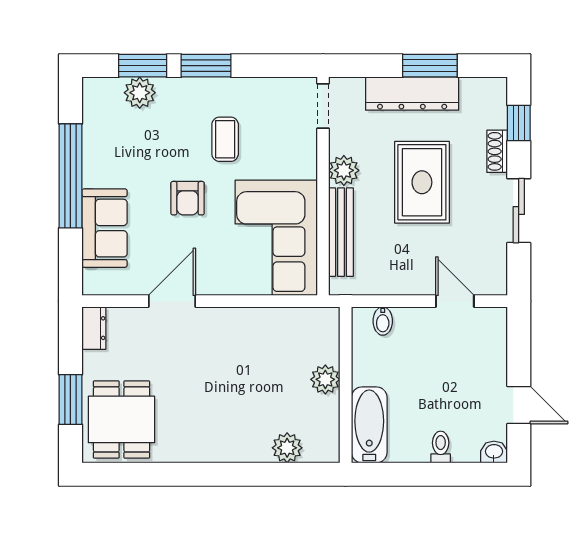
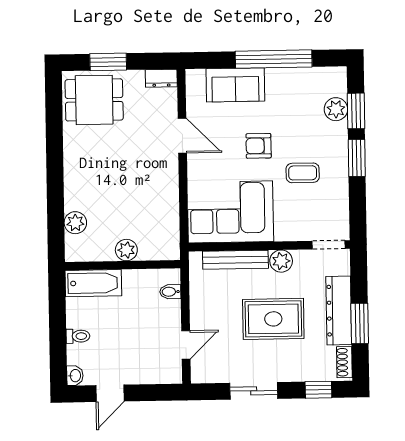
shoe rack: (497, 151) -> (344, 362), moved, turned -90

